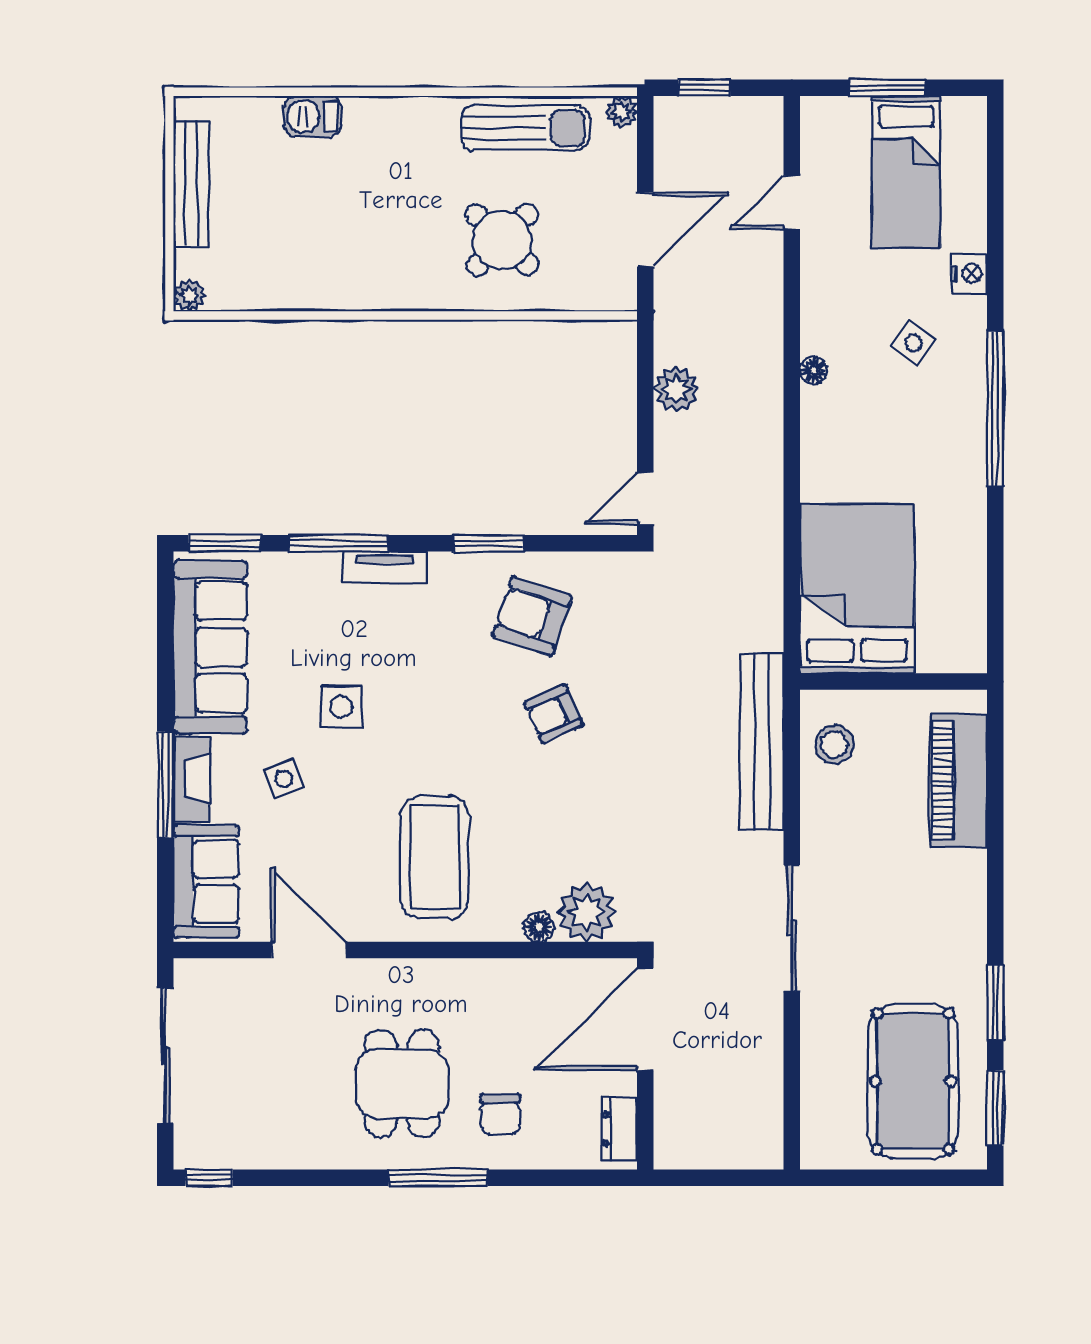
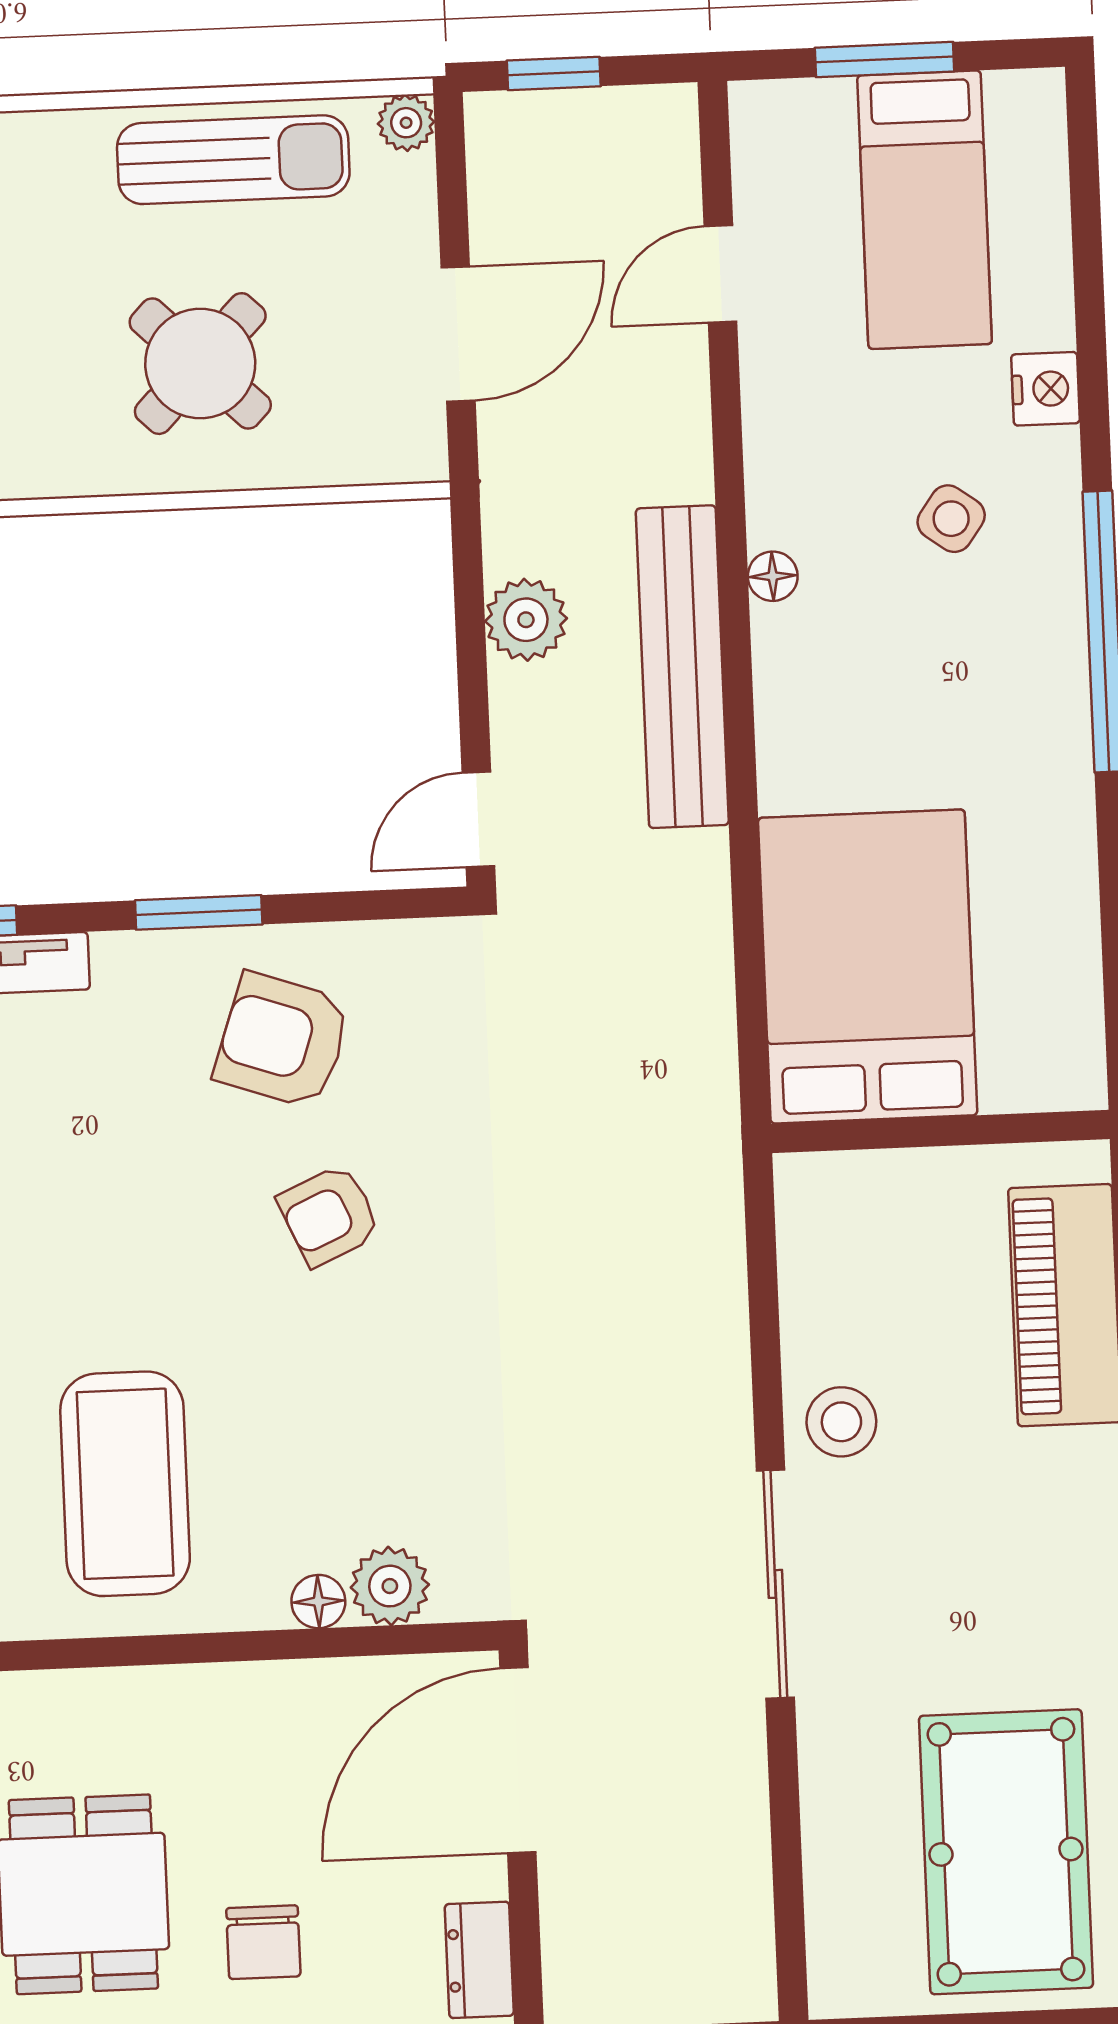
bench: (762, 742) -> (682, 667), moved
stool: (834, 744) -> (841, 1422), moved
plant: (587, 912) -> (390, 1586), width x0.73, depth x0.73

